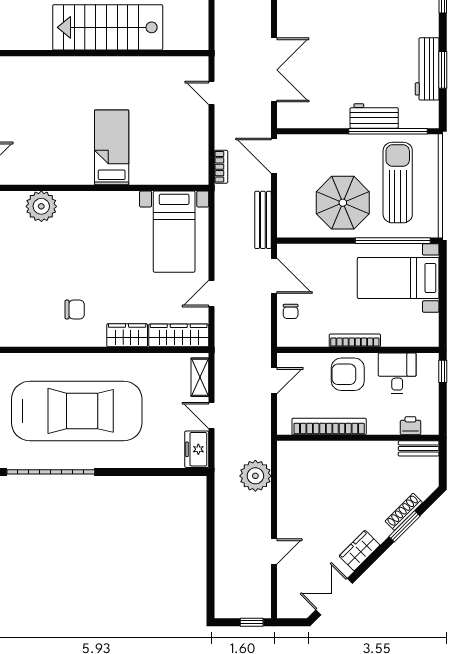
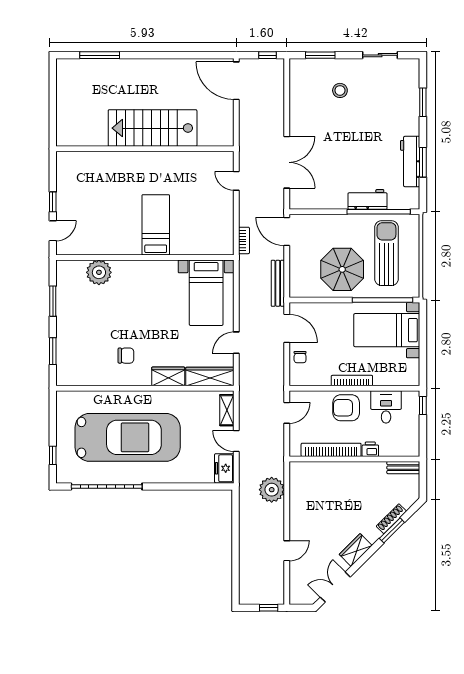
printer: (410, 426) -> (370, 449), moved

